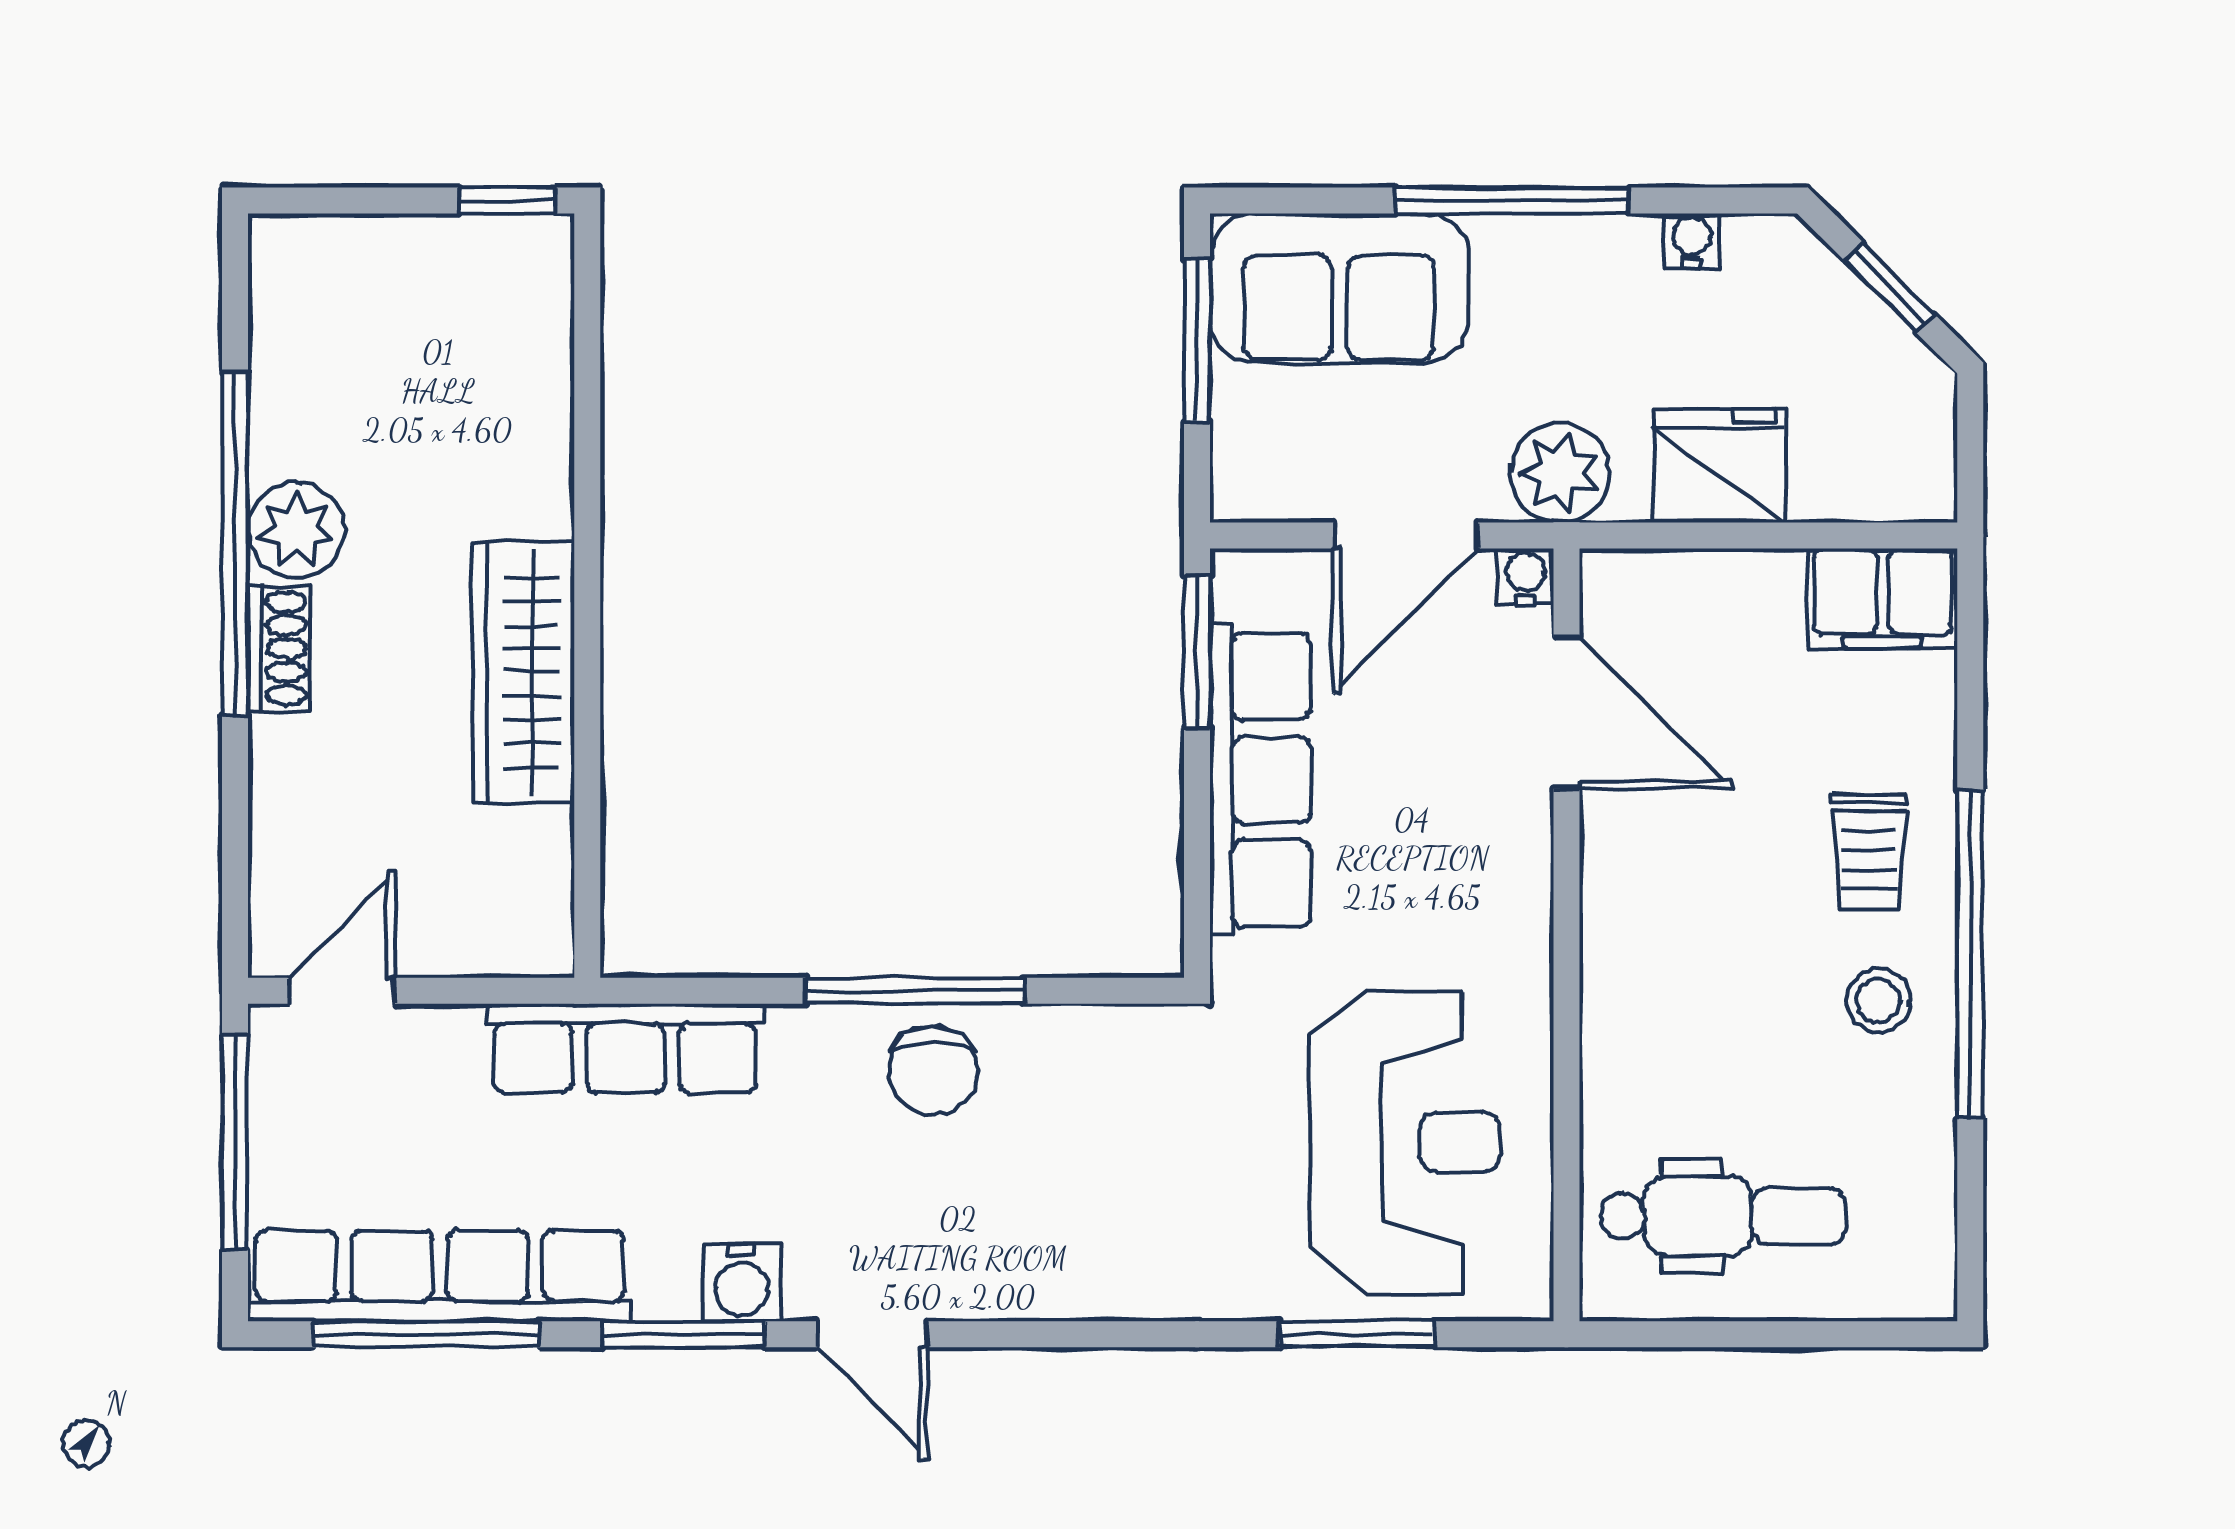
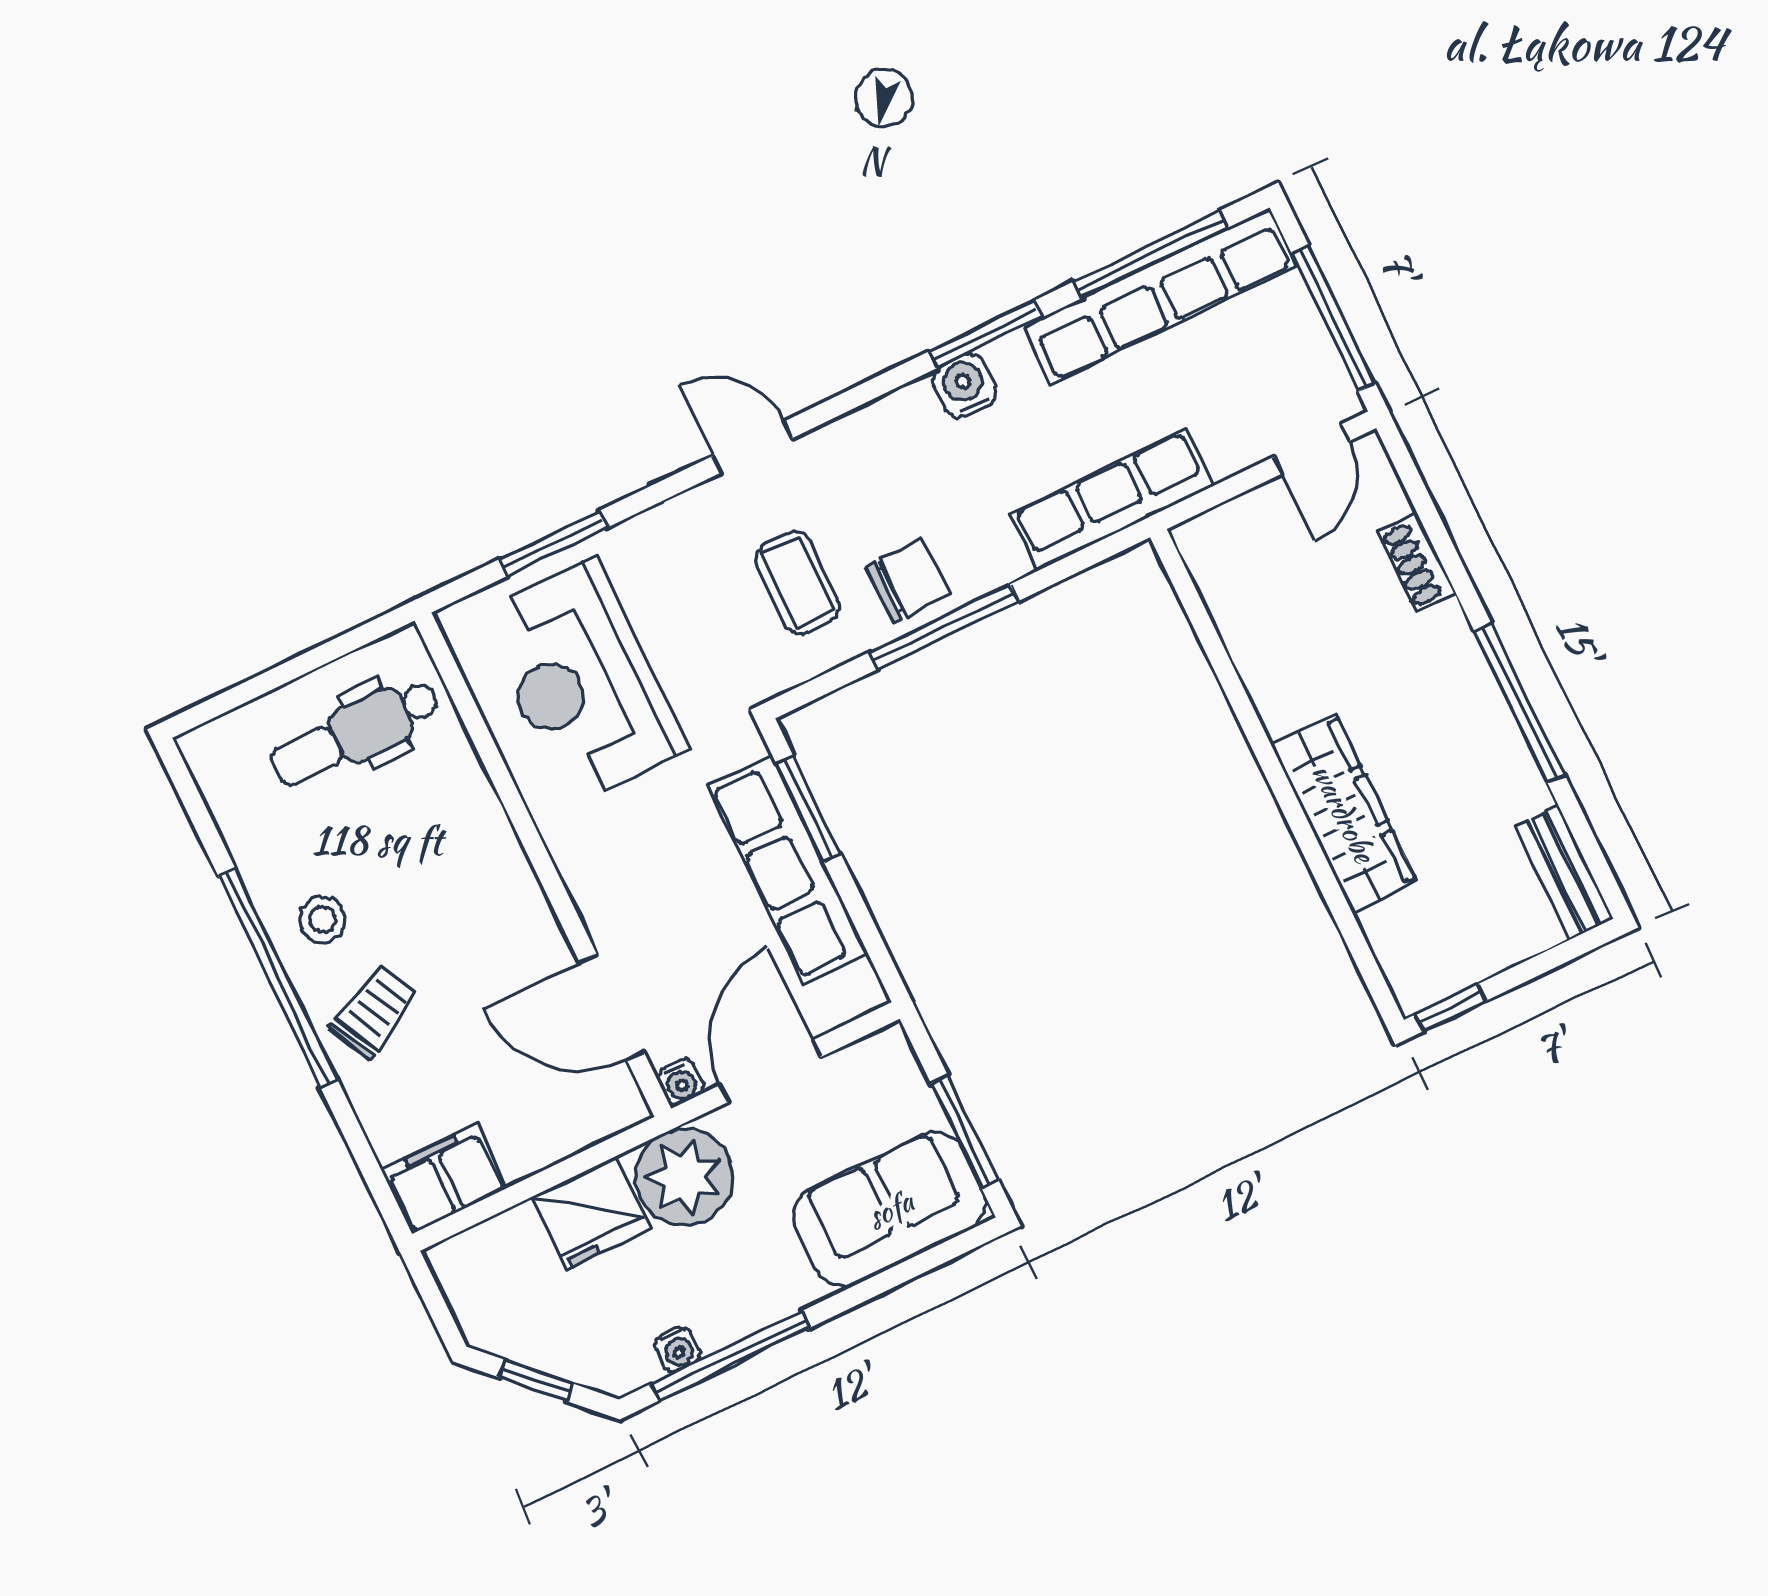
window: (1512, 200) -> (730, 1356), moved
bench: (282, 302) -> (1564, 872), added
plant: (1560, 473) -> (684, 1177), width x1.36, depth x1.36
plant: (296, 530) -> (1484, 730), removed
window: (235, 543) -> (1519, 703), width x0.68
shoe rack: (279, 649) -> (1417, 562), moved
window: (1197, 652) -> (808, 808), moved
wardrobe: (524, 673) -> (1344, 813), moved
trolley: (1869, 852) -> (375, 1012), turned 63
chair: (933, 1071) -> (908, 581), turned 89
coffee table: (1073, 1136) -> (797, 583), added
door: (872, 1334) -> (753, 447), moved

